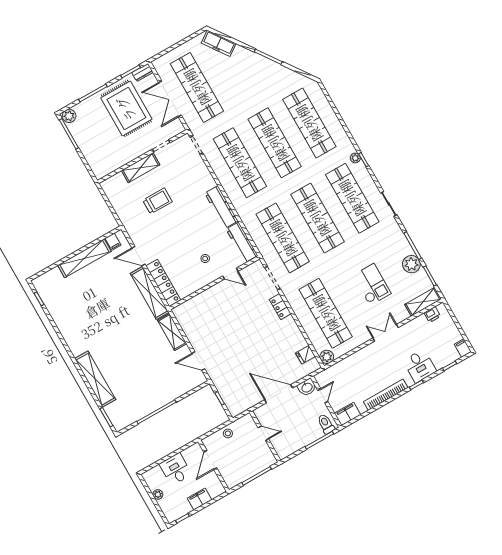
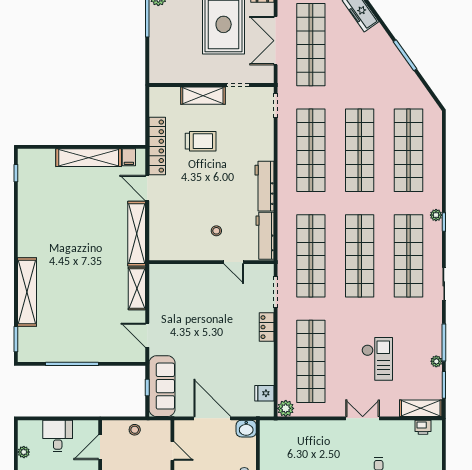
plant: (411, 264) -> (436, 361), width x0.53, depth x0.53
locker: (163, 283) -> (157, 146), moved
sofa: (230, 391) -> (162, 386), added
door: (323, 396) -> (258, 447), removed

